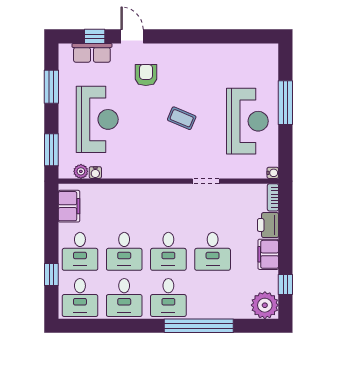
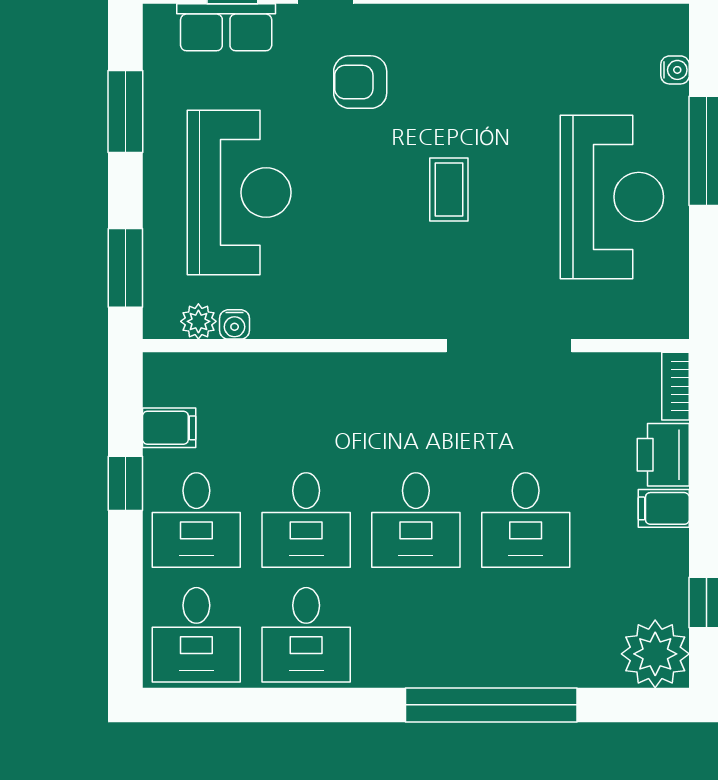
armchair: (146, 75) -> (360, 82), turned -90
coffee table: (182, 118) -> (449, 190), turned 67
water cooler: (273, 173) -> (675, 70), moved
doorway: (206, 181) -> (509, 346), width x1.88
filing cabinet: (69, 206) -> (169, 428), width x0.50
filing cabinet: (268, 254) -> (664, 508), width x0.50
window: (51, 274) -> (125, 483), moved
desk: (168, 298) -> (416, 635), removed

